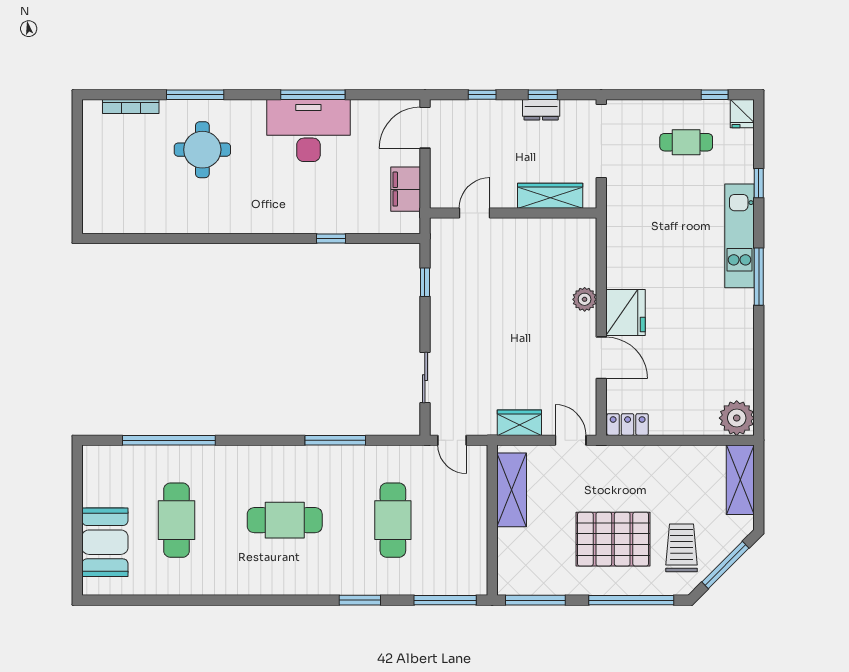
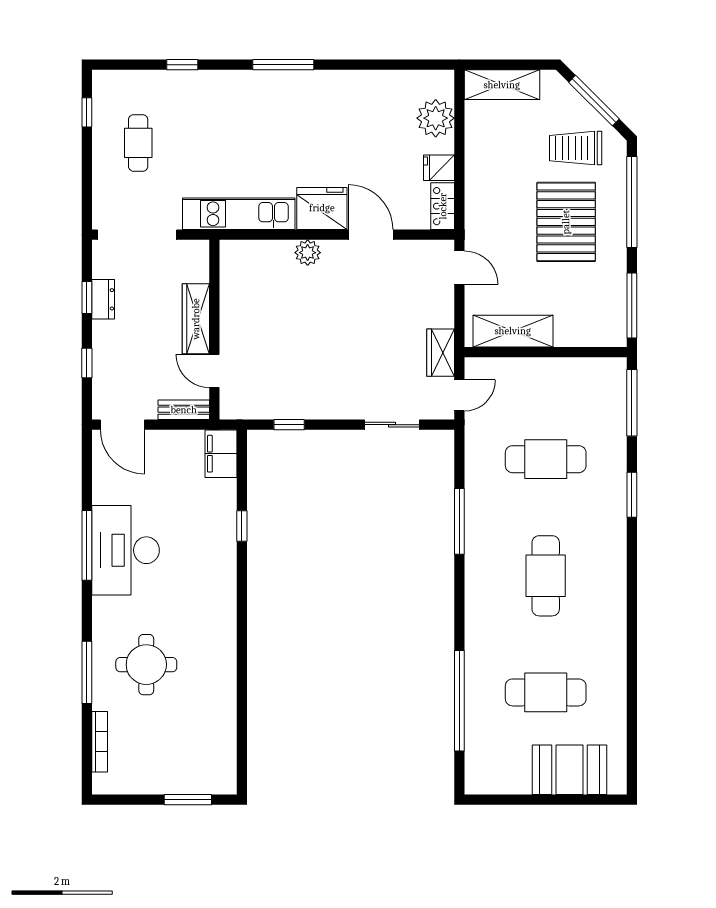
fridge: (742, 114) -> (439, 168), moved, turned 180
bench: (439, 184) -> (184, 410), added
window: (77, 188) -> (188, 800), added
filing cabinet: (406, 189) -> (221, 454), moved, turned 90
wardrobe: (550, 196) -> (196, 319), moved
kitchen unit: (740, 236) -> (239, 214), moved, turned 180
door: (601, 358) -> (371, 235), hinge flipped
plant: (737, 418) -> (436, 118), moved
wardrobe: (519, 423) -> (441, 353), moved
door: (571, 440) -> (459, 268), swing flipped

